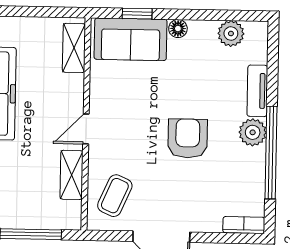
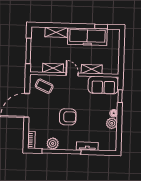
plant: (231, 34) -> (112, 123), moved
sofa: (131, 39) -> (103, 85), moved, turned -90
shelving: (74, 48) -> (92, 69), moved
plant: (253, 132) -> (53, 143), moved

